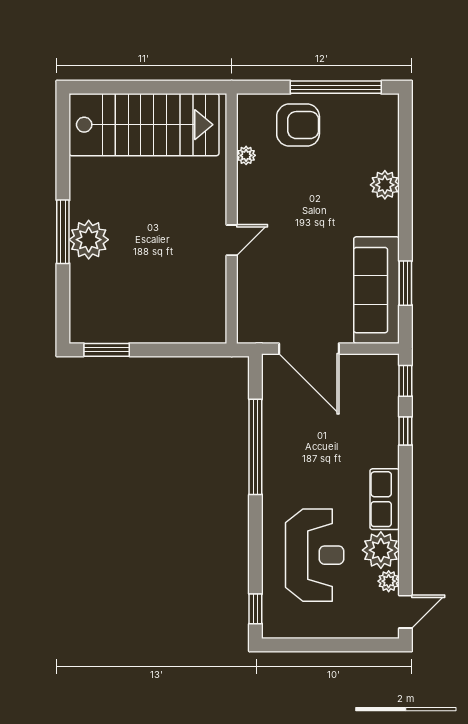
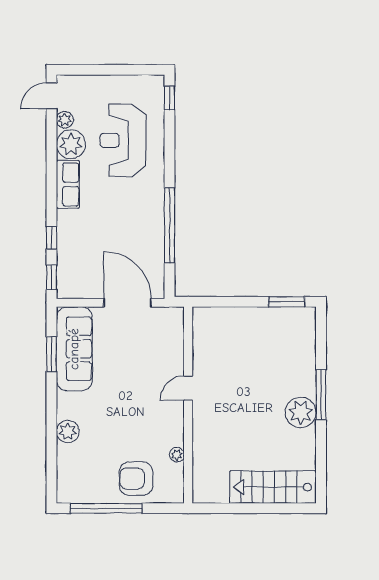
stairs: (144, 125) -> (273, 487), width x0.73, depth x0.66
plant: (89, 240) -> (301, 412), moved

